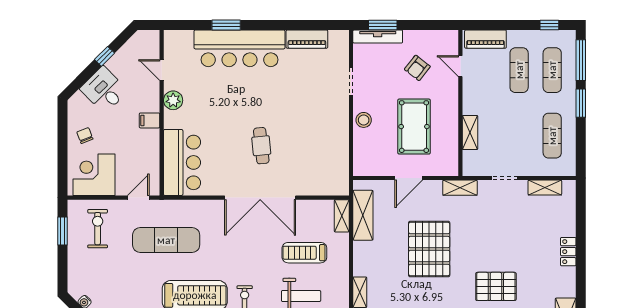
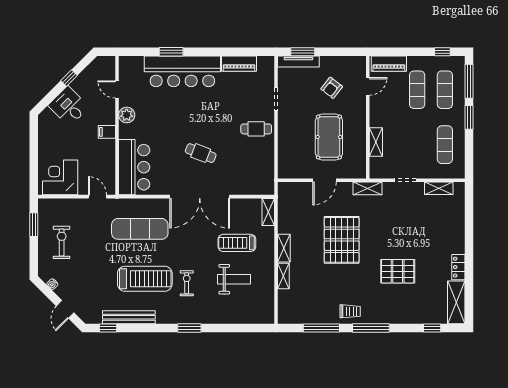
door: (460, 66) -> (368, 86), swing flipped
cafe table: (327, 117) -> (256, 129), added
stool: (364, 120) -> (287, 131), removed
chair: (85, 136) -> (53, 145), removed
cafe table: (261, 146) -> (201, 153), turned -63
door: (138, 198) -> (97, 197), hinge flipped
shelving: (363, 215) -> (284, 248), moved, width x0.67, depth x0.75
exercise bike: (98, 229) -> (62, 242), moved
exercise mat: (166, 240) -> (140, 229), moved
locker: (568, 252) -> (458, 267), moved

